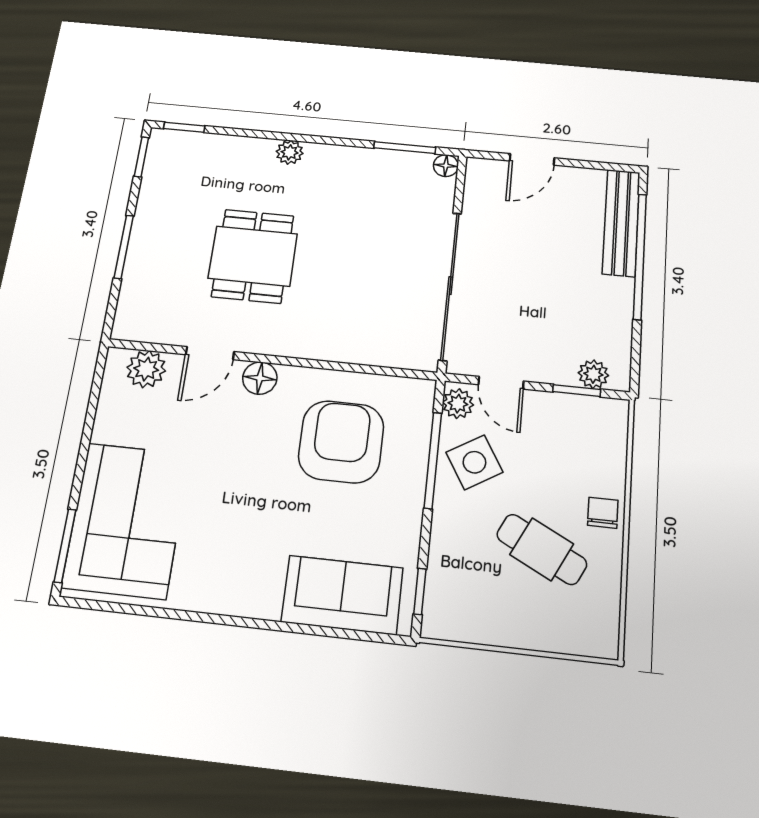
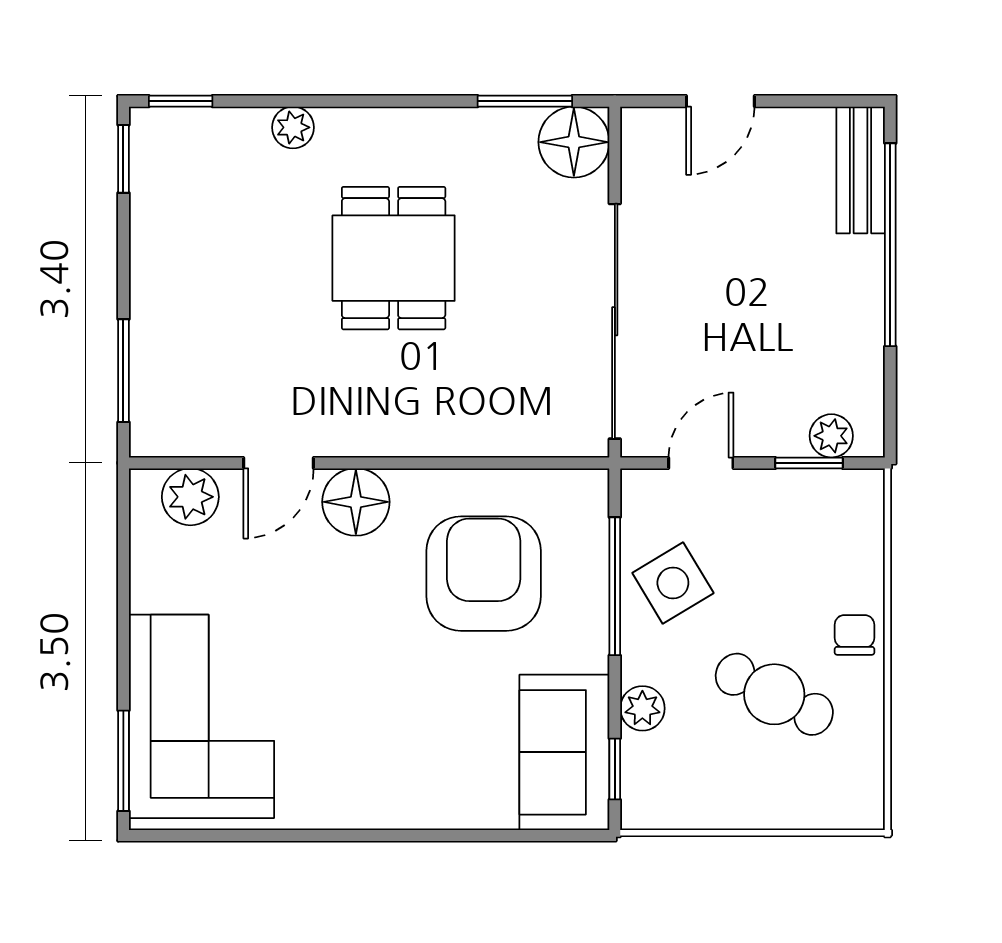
plant: (290, 152) -> (293, 127), moved
floor lamp: (446, 166) -> (574, 142), width x1.89, depth x1.89
bench: (621, 223) -> (861, 170), width x0.73
window: (124, 247) -> (123, 371), moved
dining table: (253, 256) -> (394, 258), moved
floor lamp: (260, 378) -> (356, 502), width x1.38, depth x1.38
door: (501, 383) -> (701, 463), swing flipped
plant: (458, 404) -> (642, 708), moved
sofa: (342, 595) -> (564, 752), moved, turned -90

